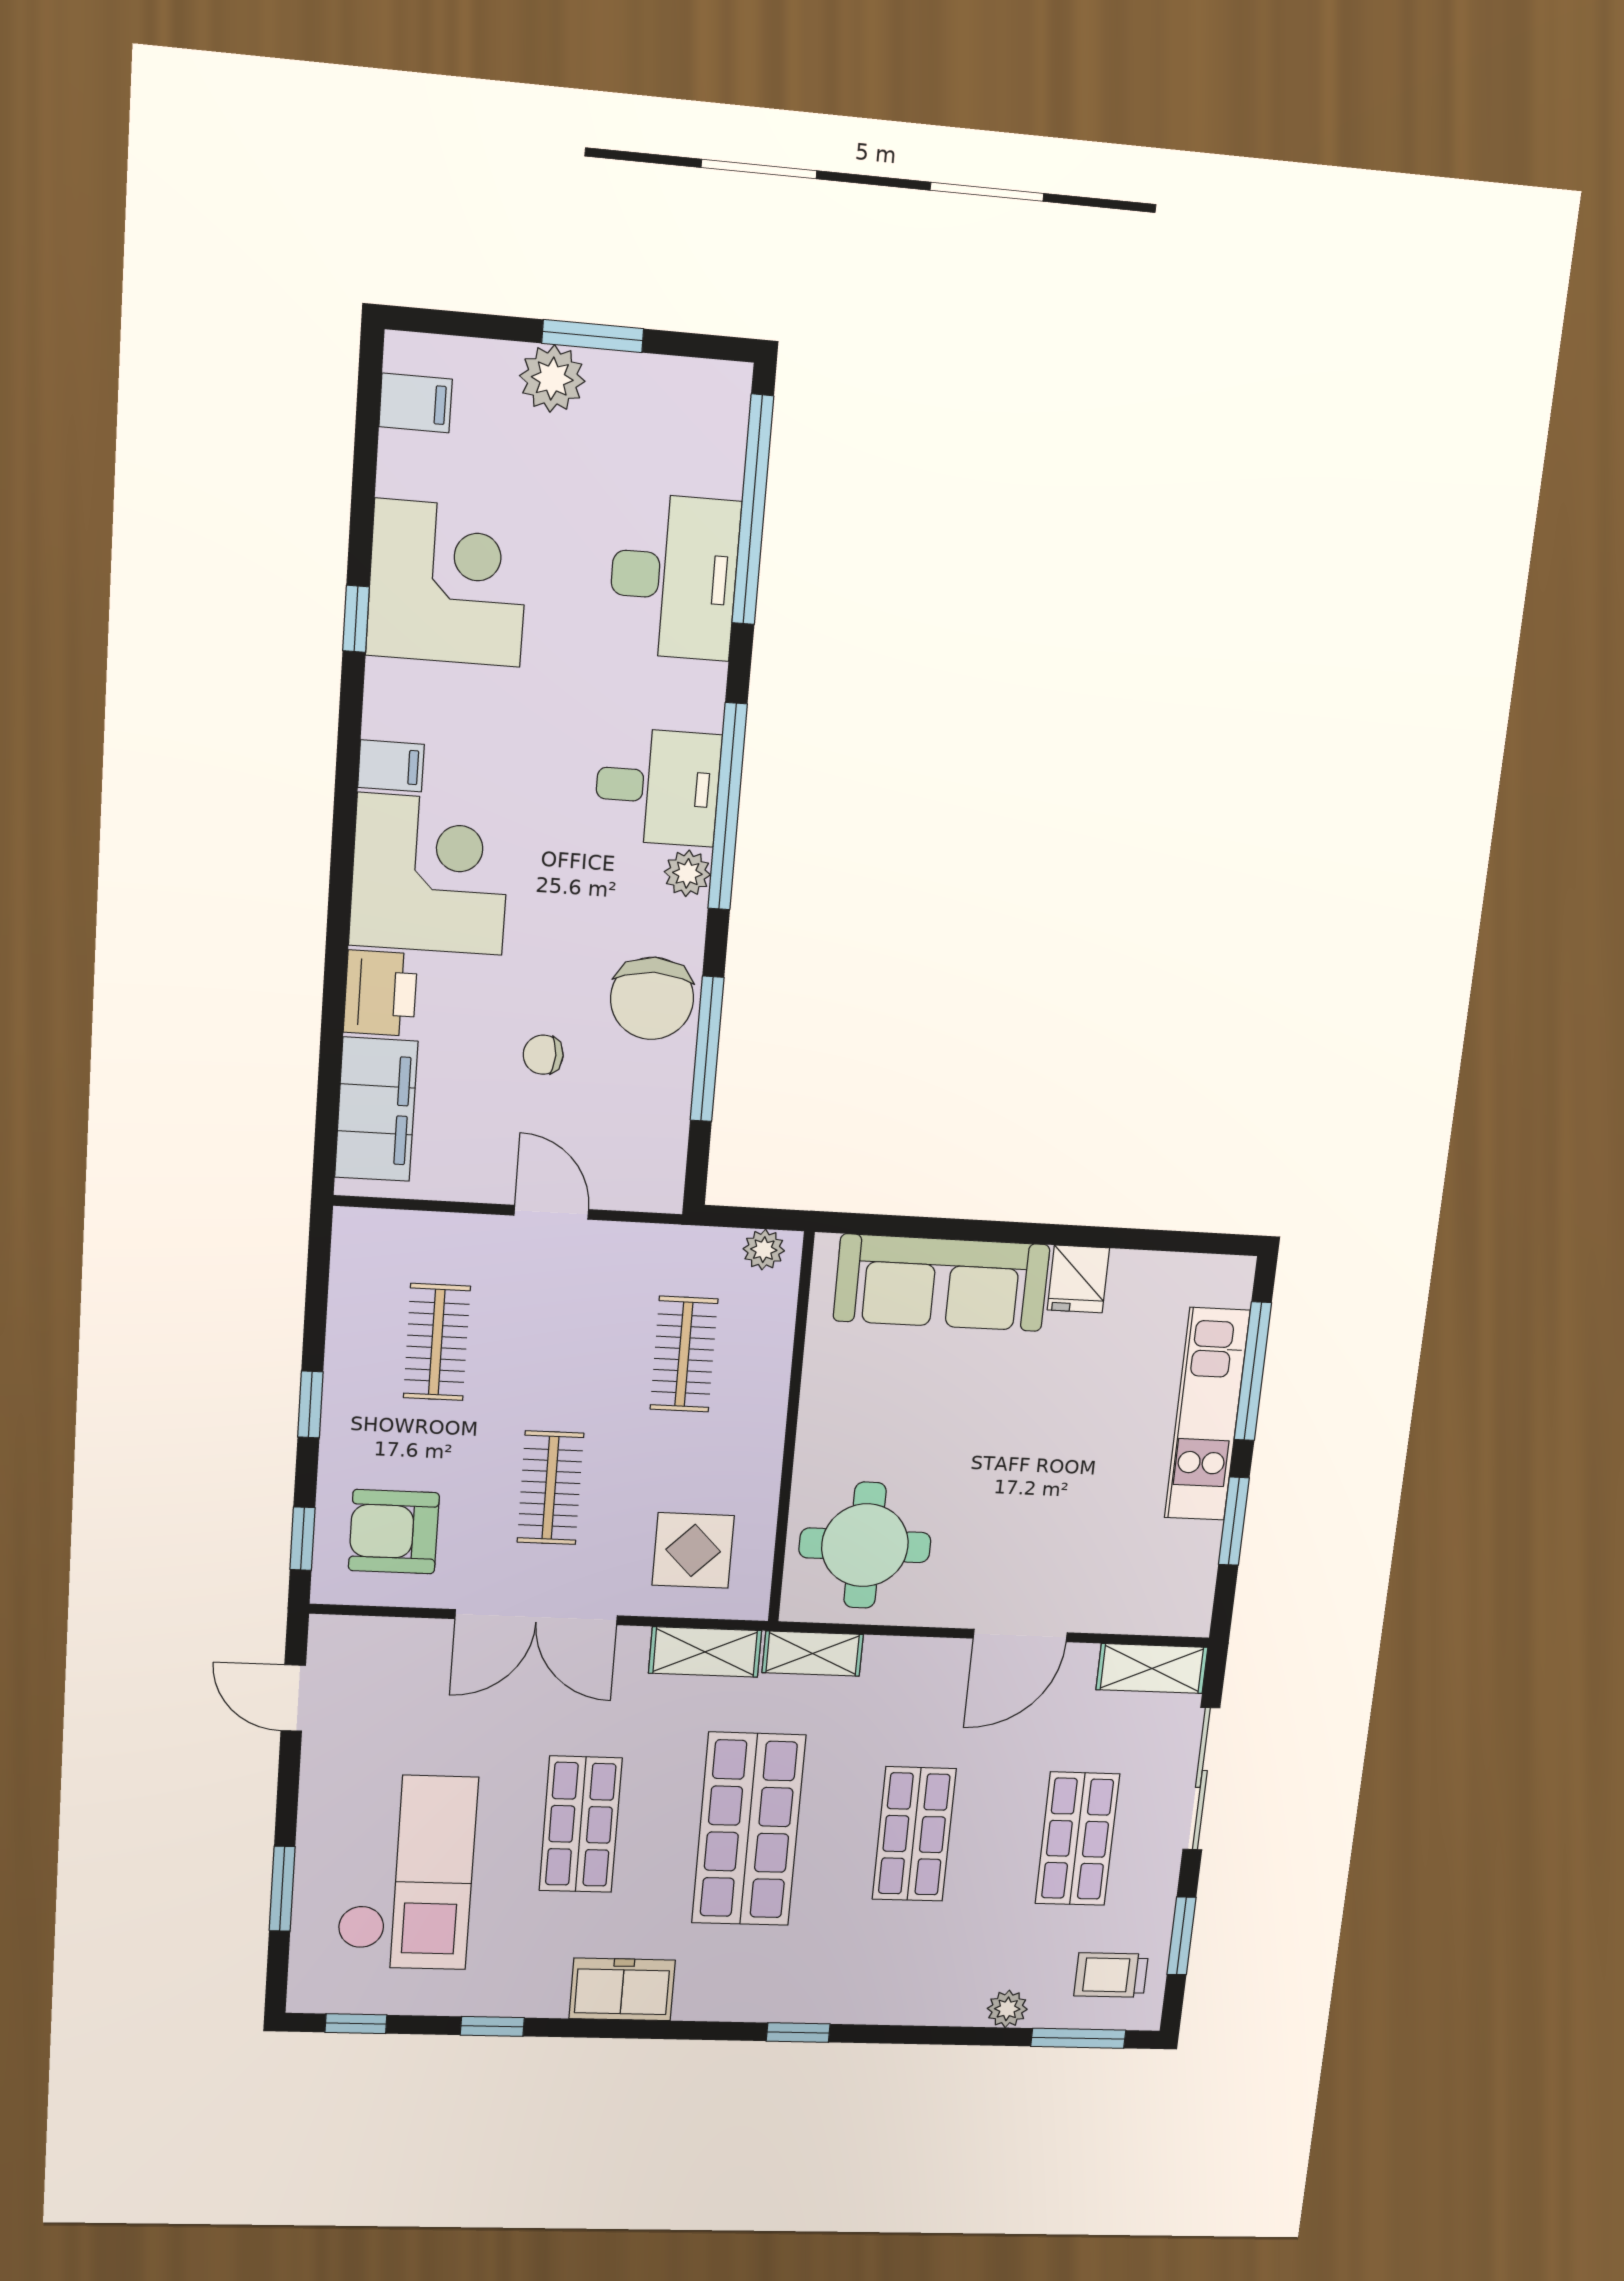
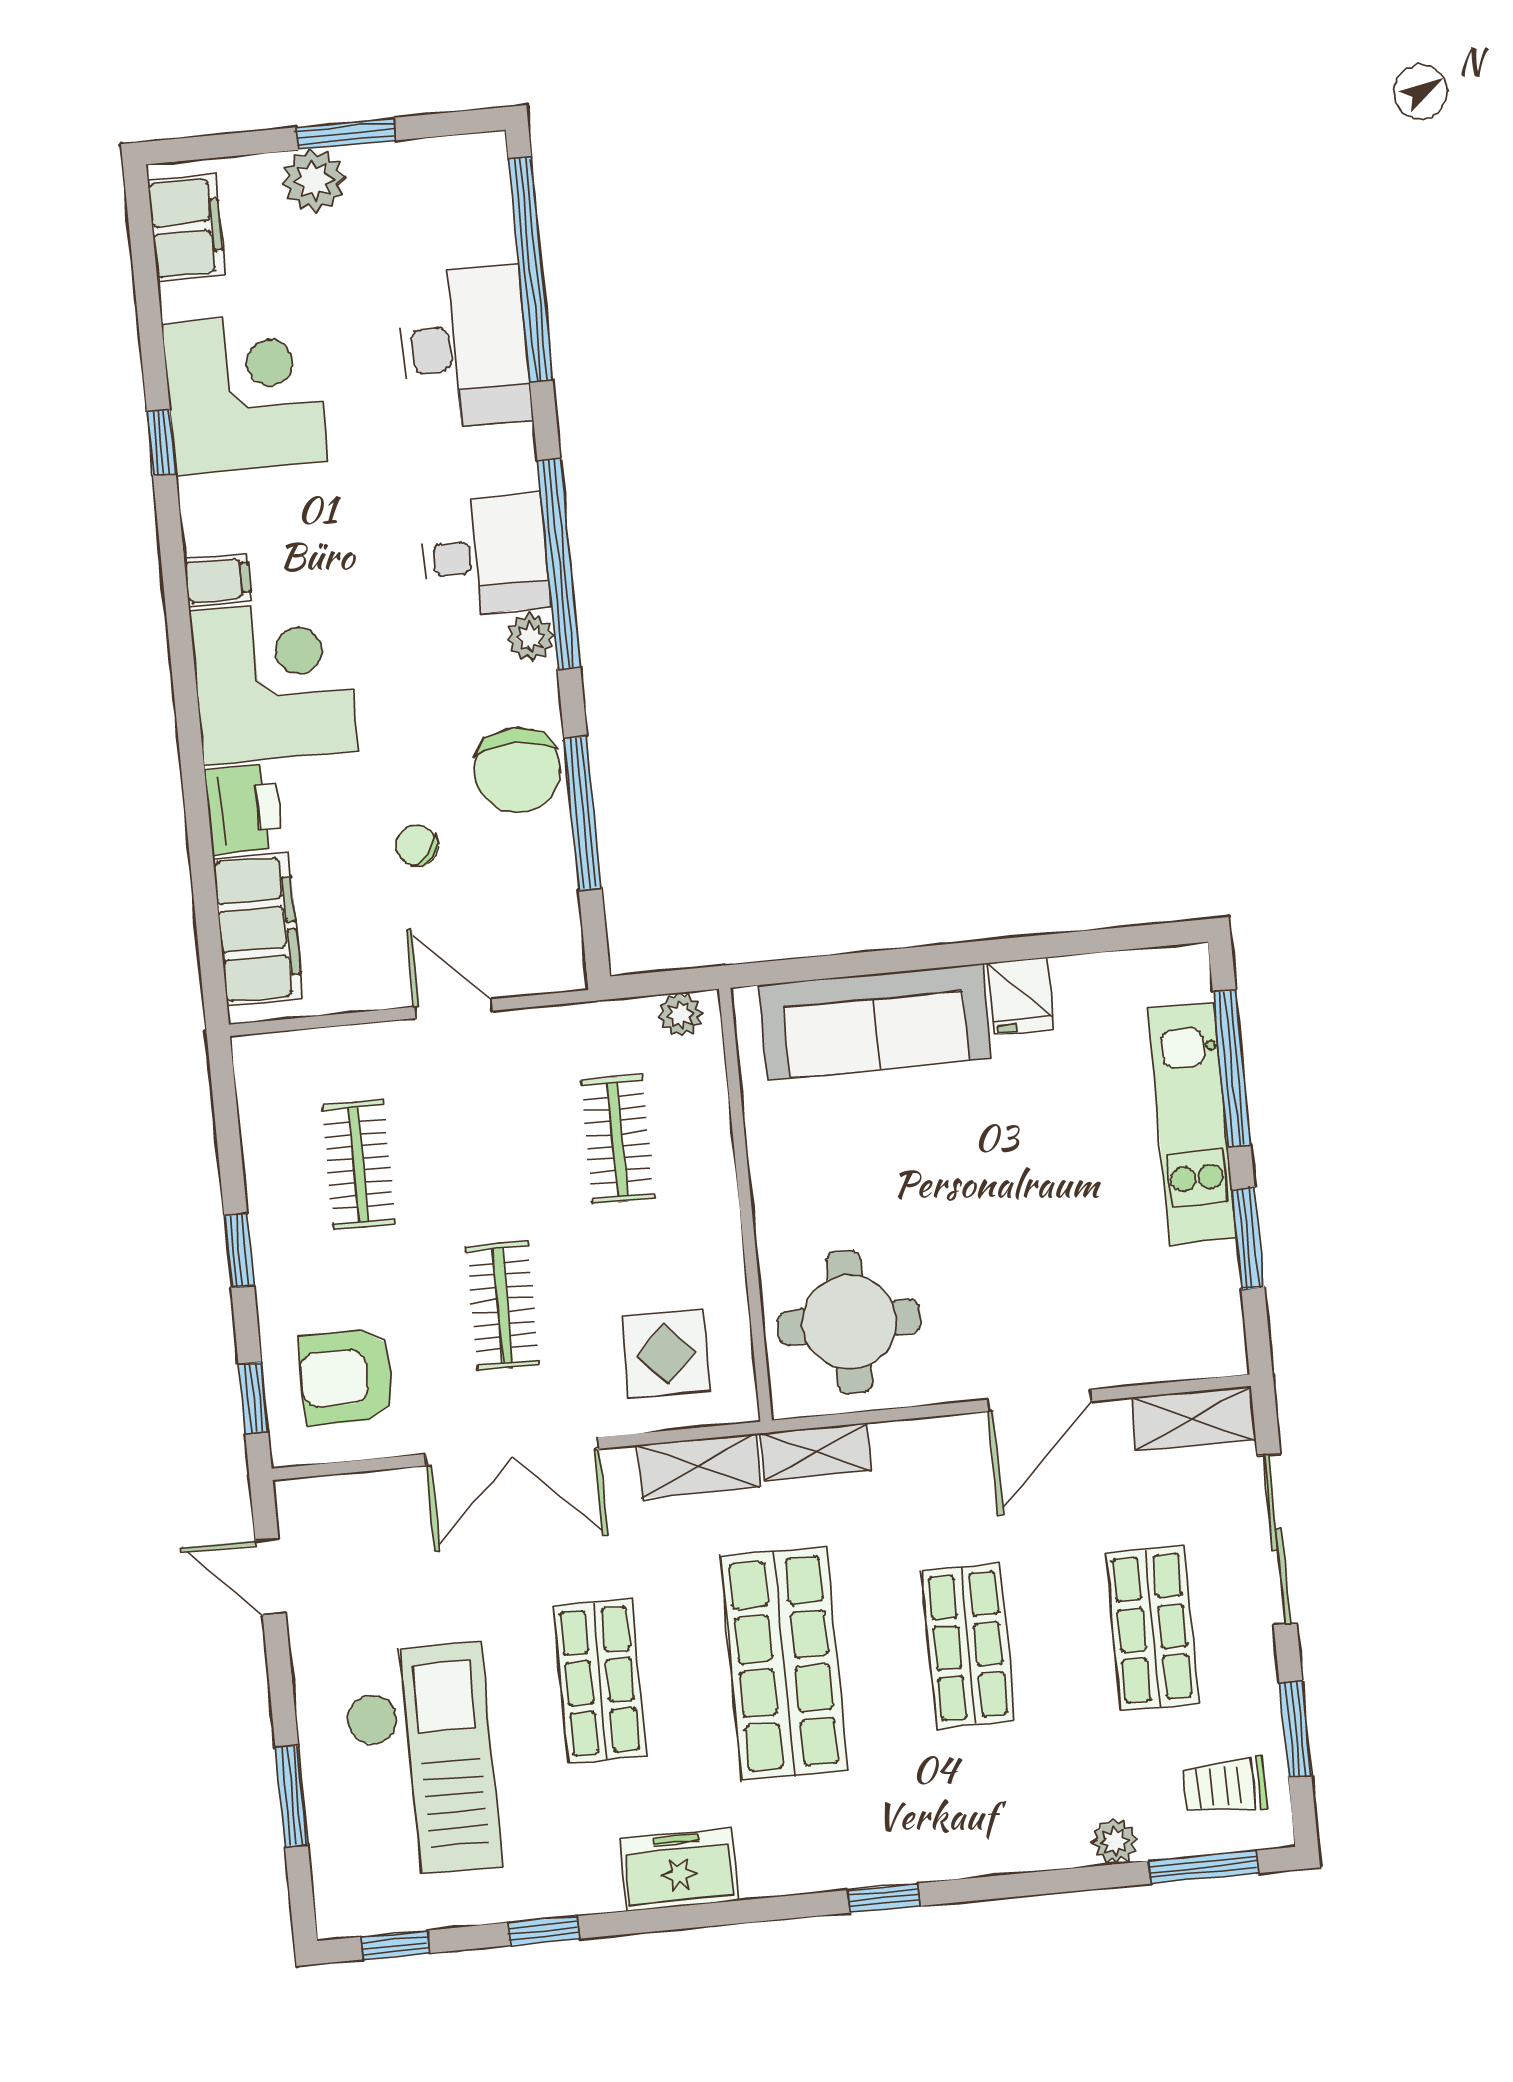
filing cabinet: (416, 403) -> (186, 228), width x2.00
chair: (543, 1055) -> (417, 846), turned 40

